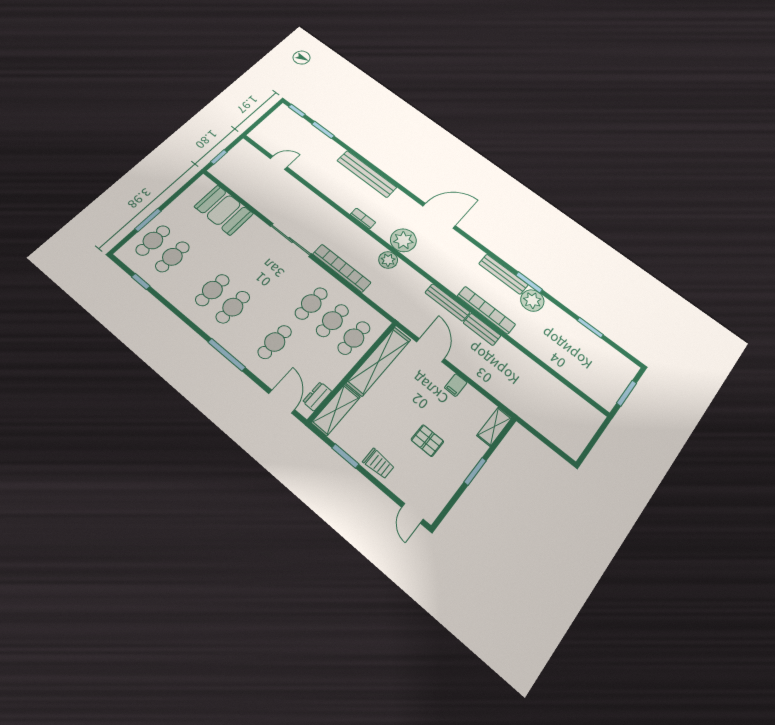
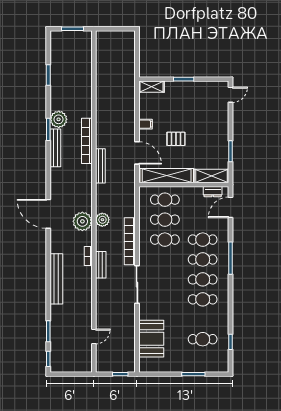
door: (279, 163) -> (94, 336), swing flipped
cafe table: (153, 241) -> (203, 259), moved
bench: (482, 329) -> (101, 265), moved
door: (430, 350) -> (137, 153), swing flipped
pallet: (427, 441) -> (176, 139), moved, turned 90
trolley: (378, 464) -> (220, 131), removed

